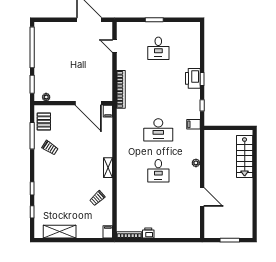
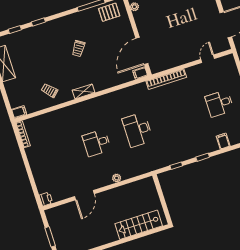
printer: (193, 78) -> (200, 148), removed
filing cabinet: (193, 124) -> (223, 141), moved
trolley: (50, 148) -> (78, 48), moved
printer: (148, 233) -> (46, 199), moved

